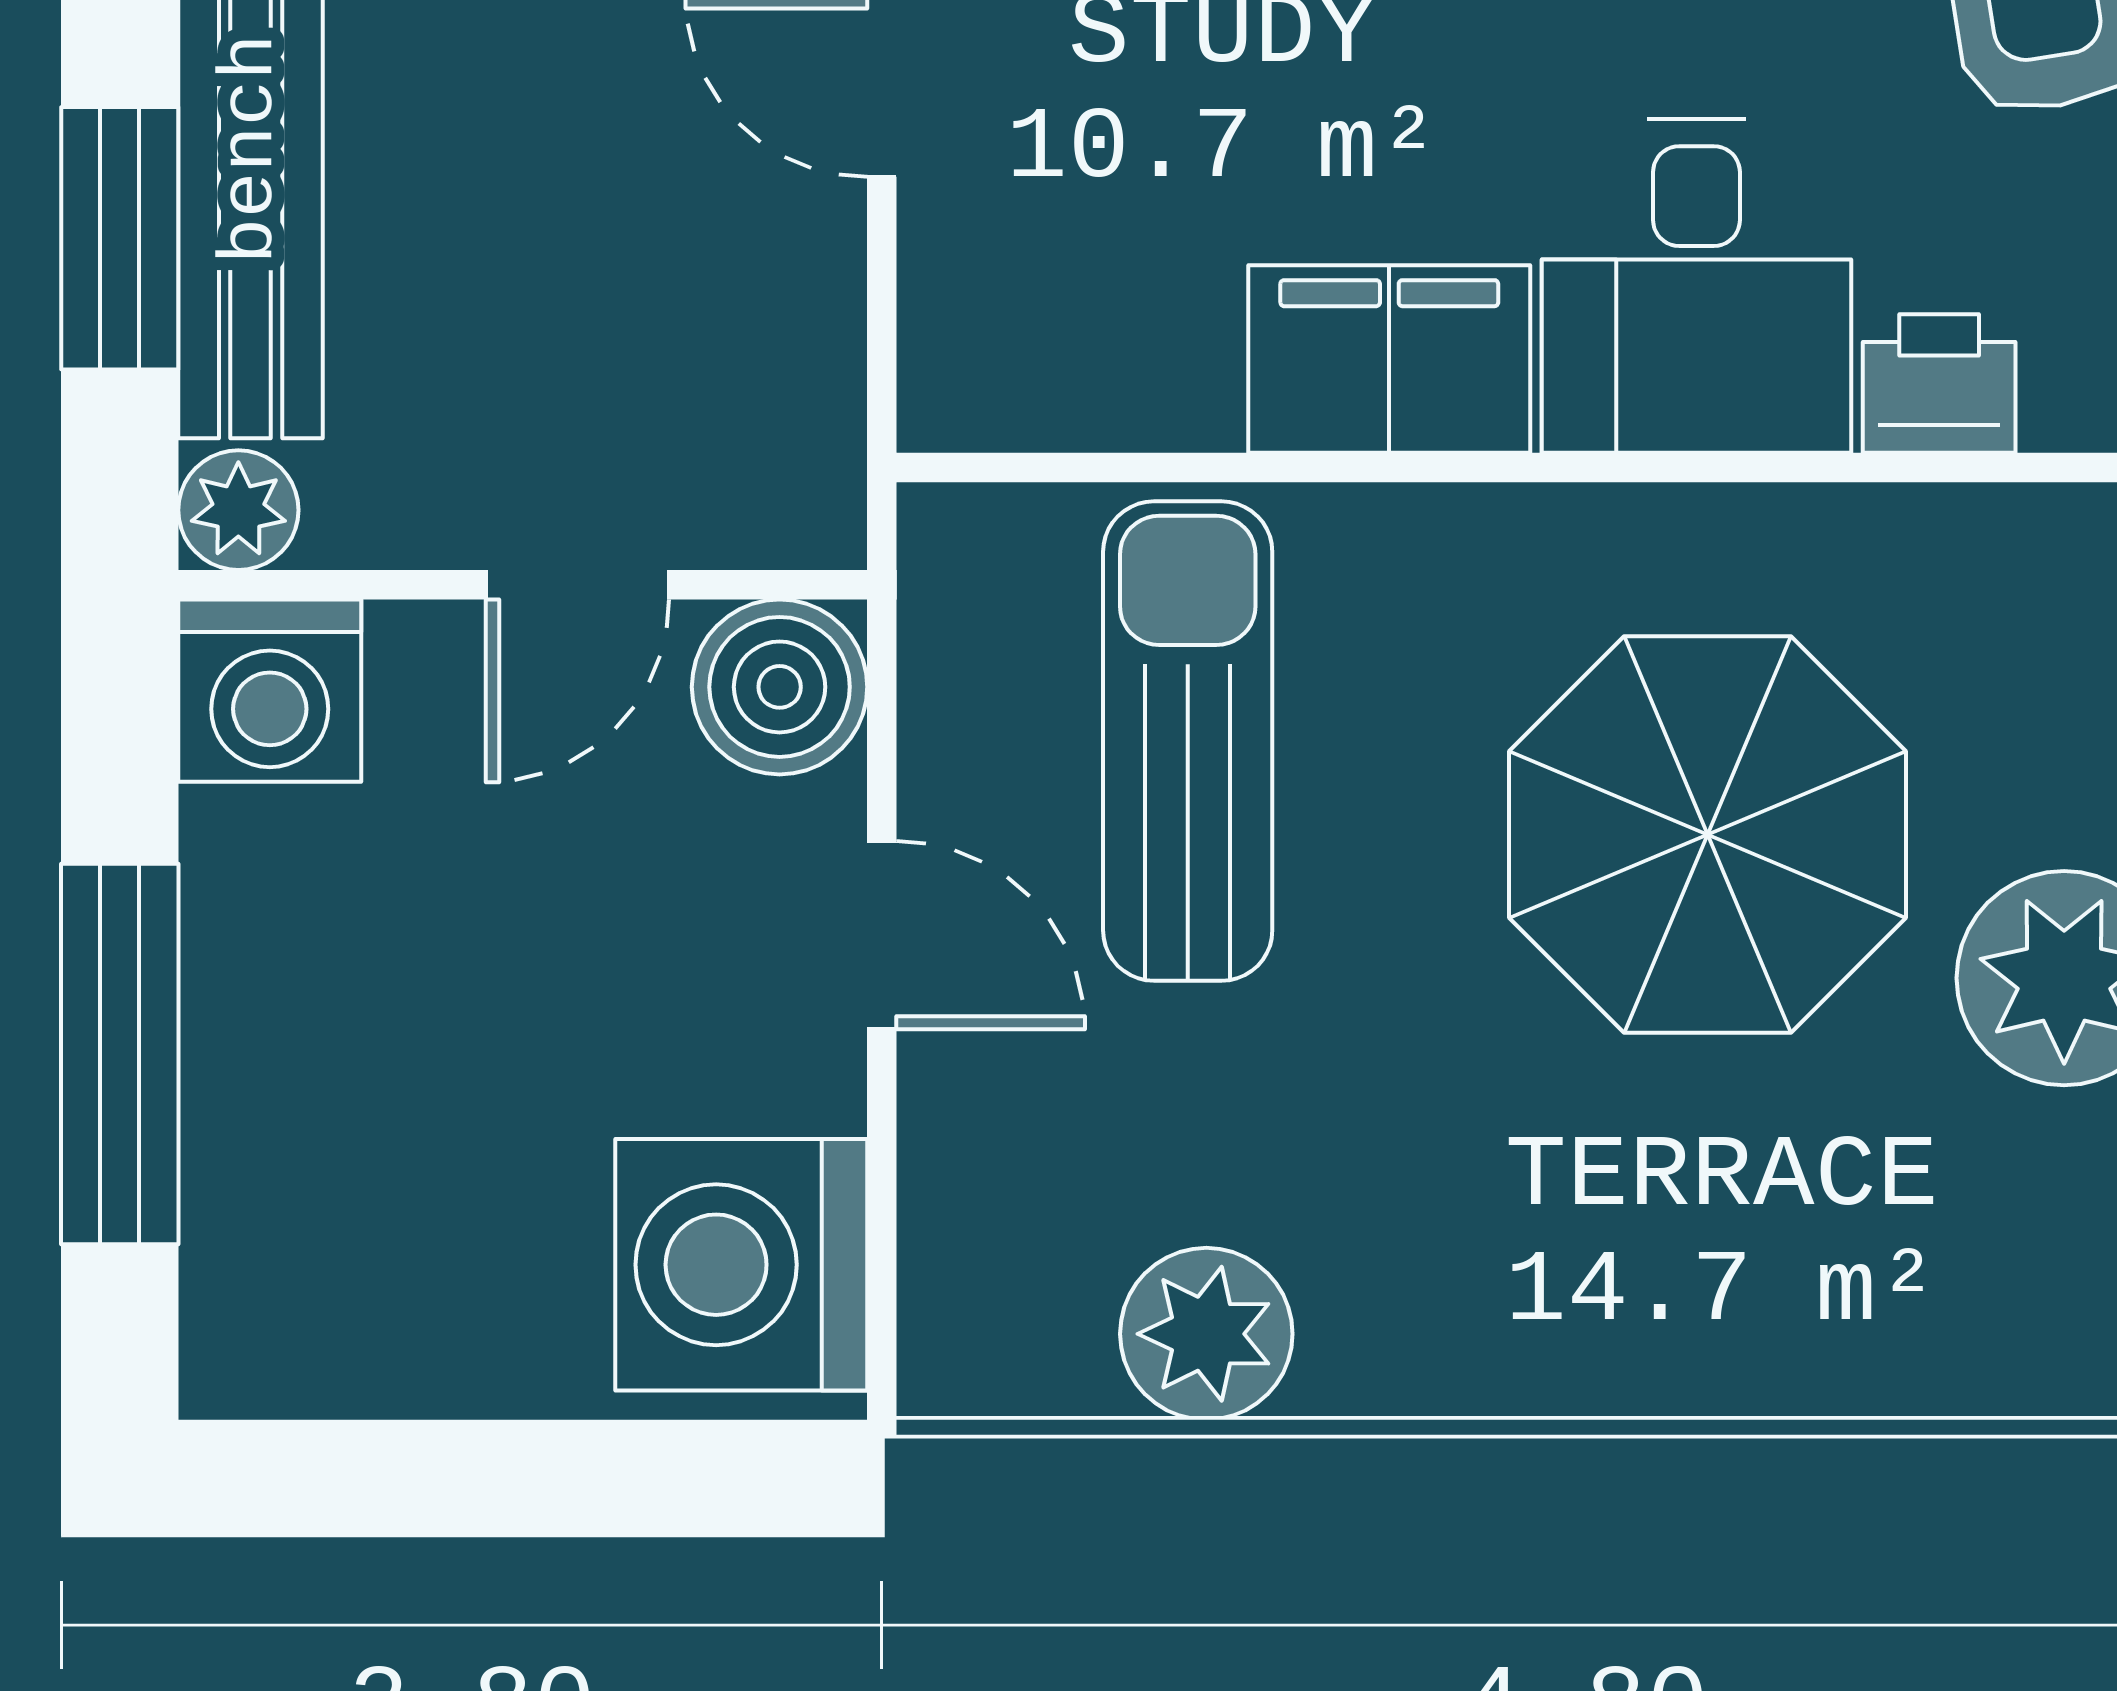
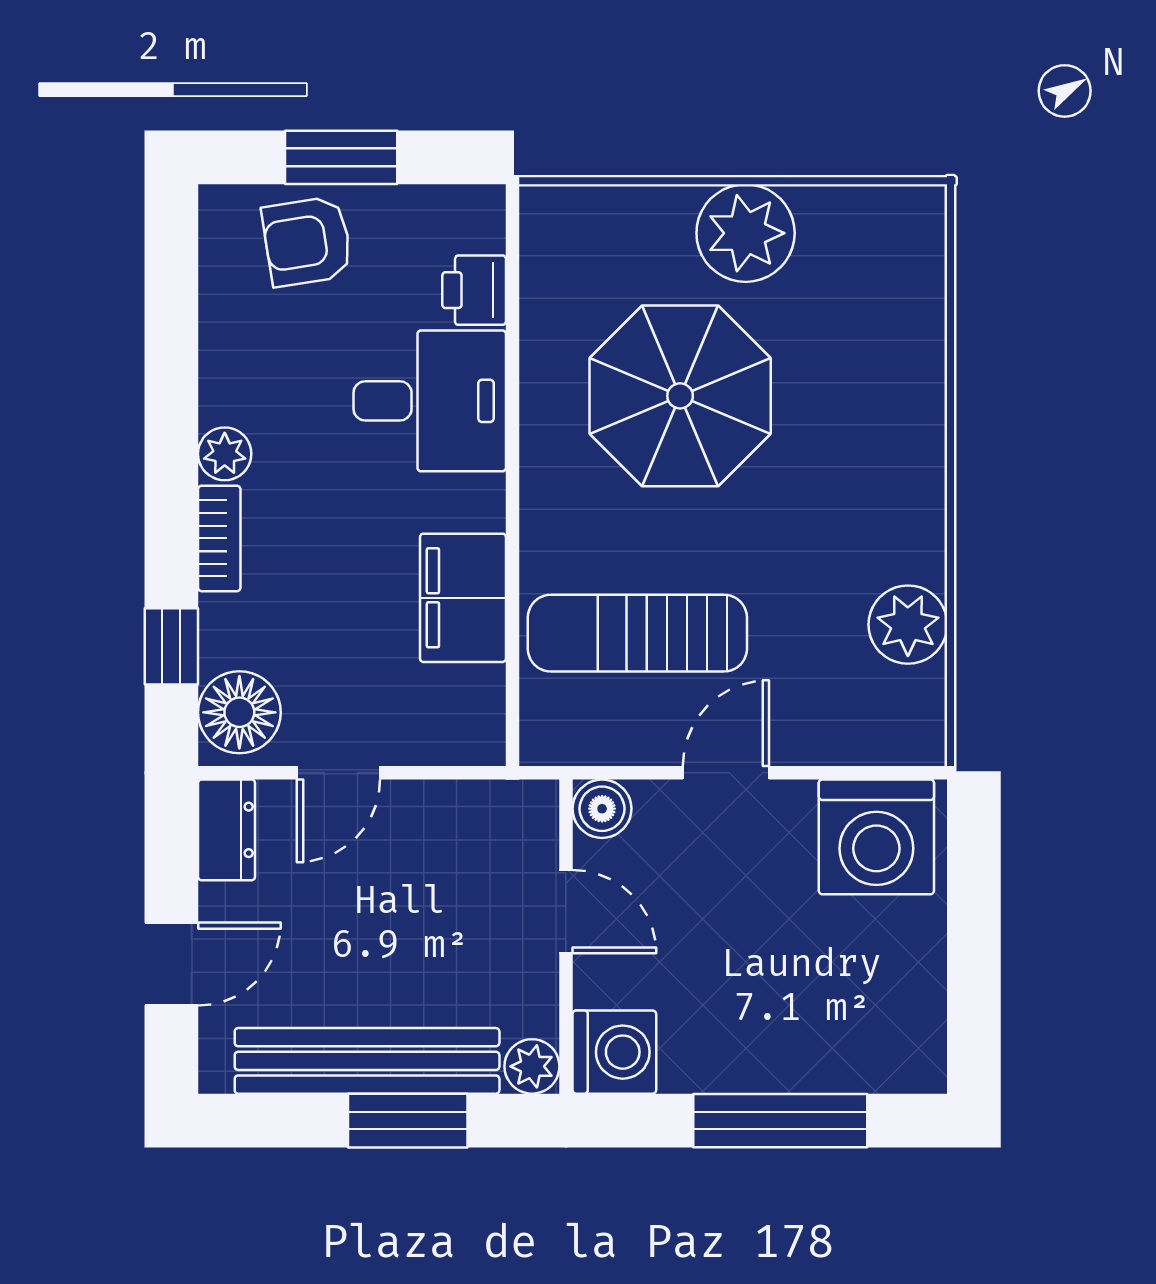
filing cabinet: (1389, 359) -> (463, 598), moved
boiler: (780, 687) -> (602, 809), width x0.73, depth x0.73

